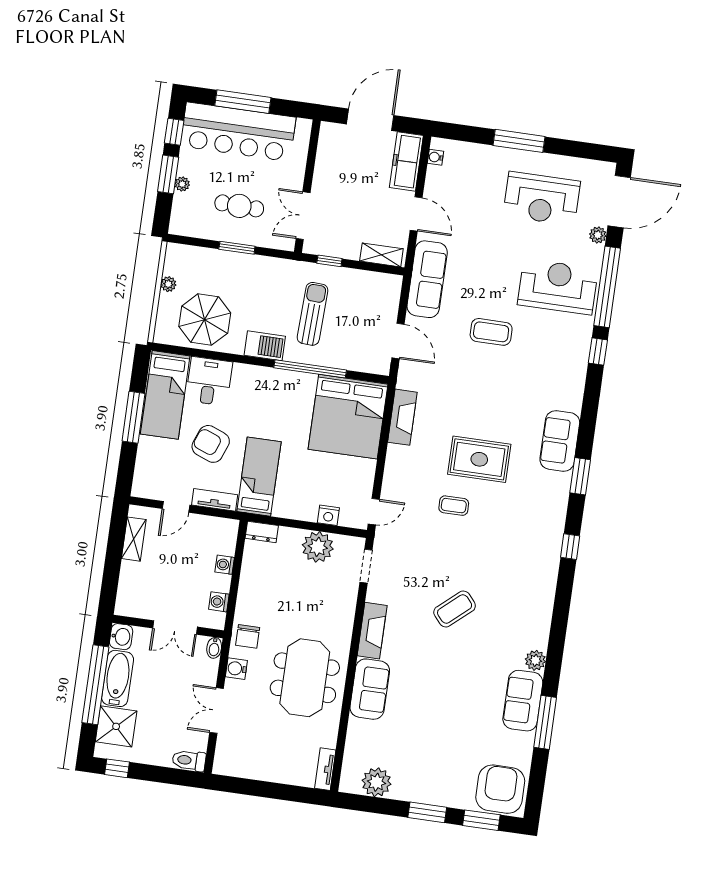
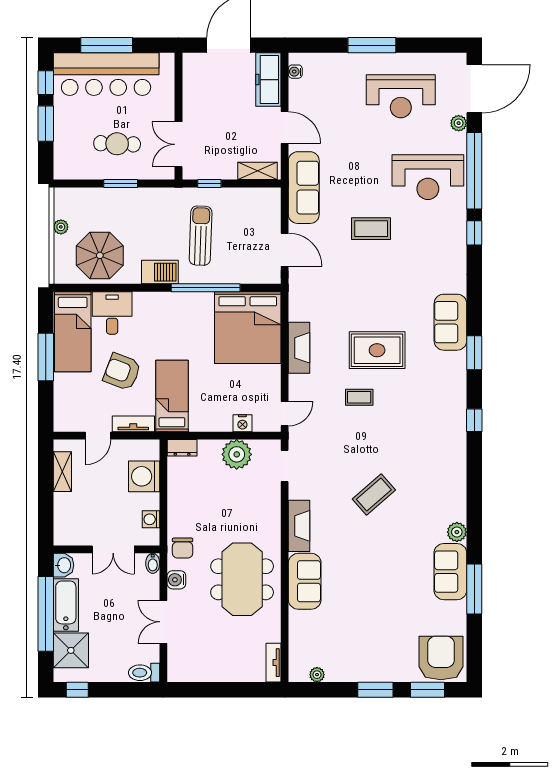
plant: (182, 184) -> (60, 131), removed
reception desk: (558, 287) -> (428, 177), turned 180
fireplace: (402, 417) -> (299, 348), moved
washing machine: (225, 565) -> (144, 476), width x1.89, depth x1.89
plant: (376, 782) -> (317, 675), width x0.53, depth x0.53

